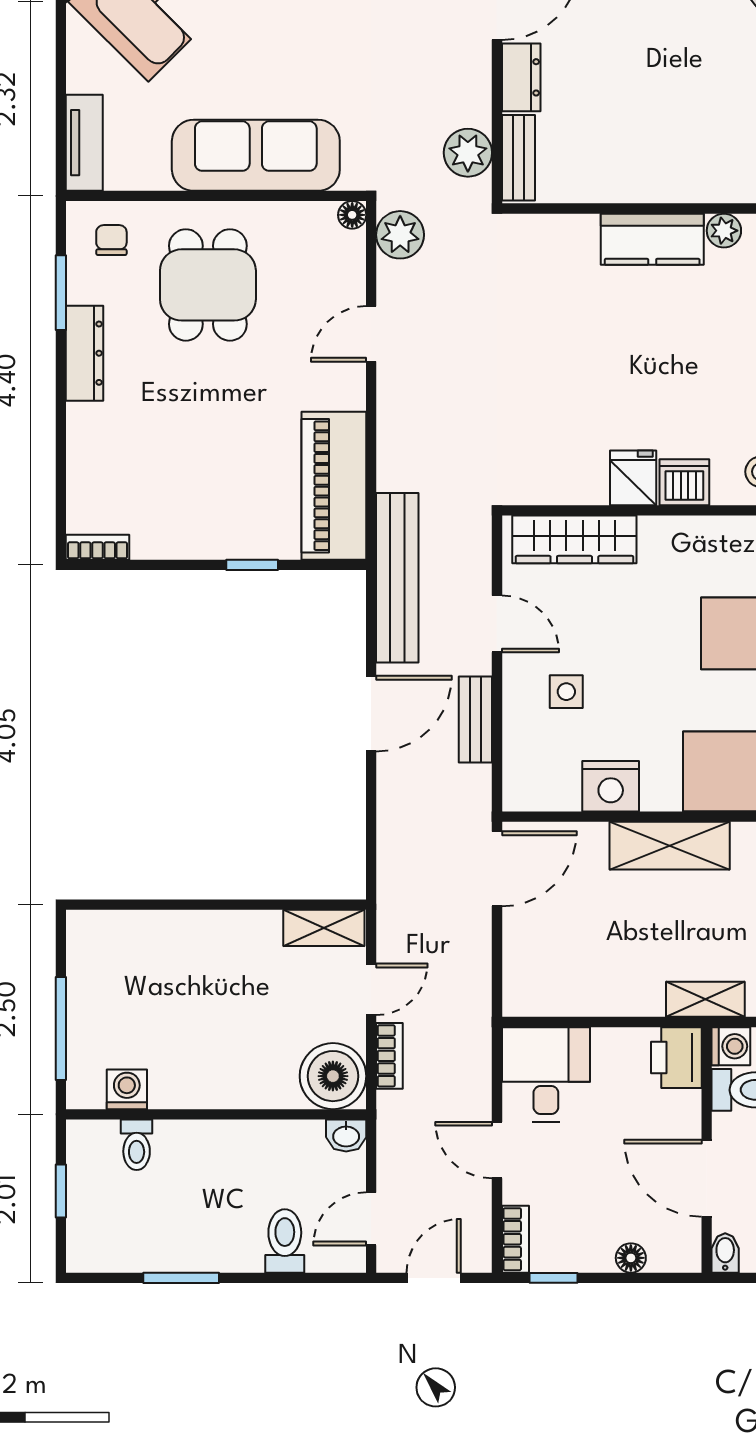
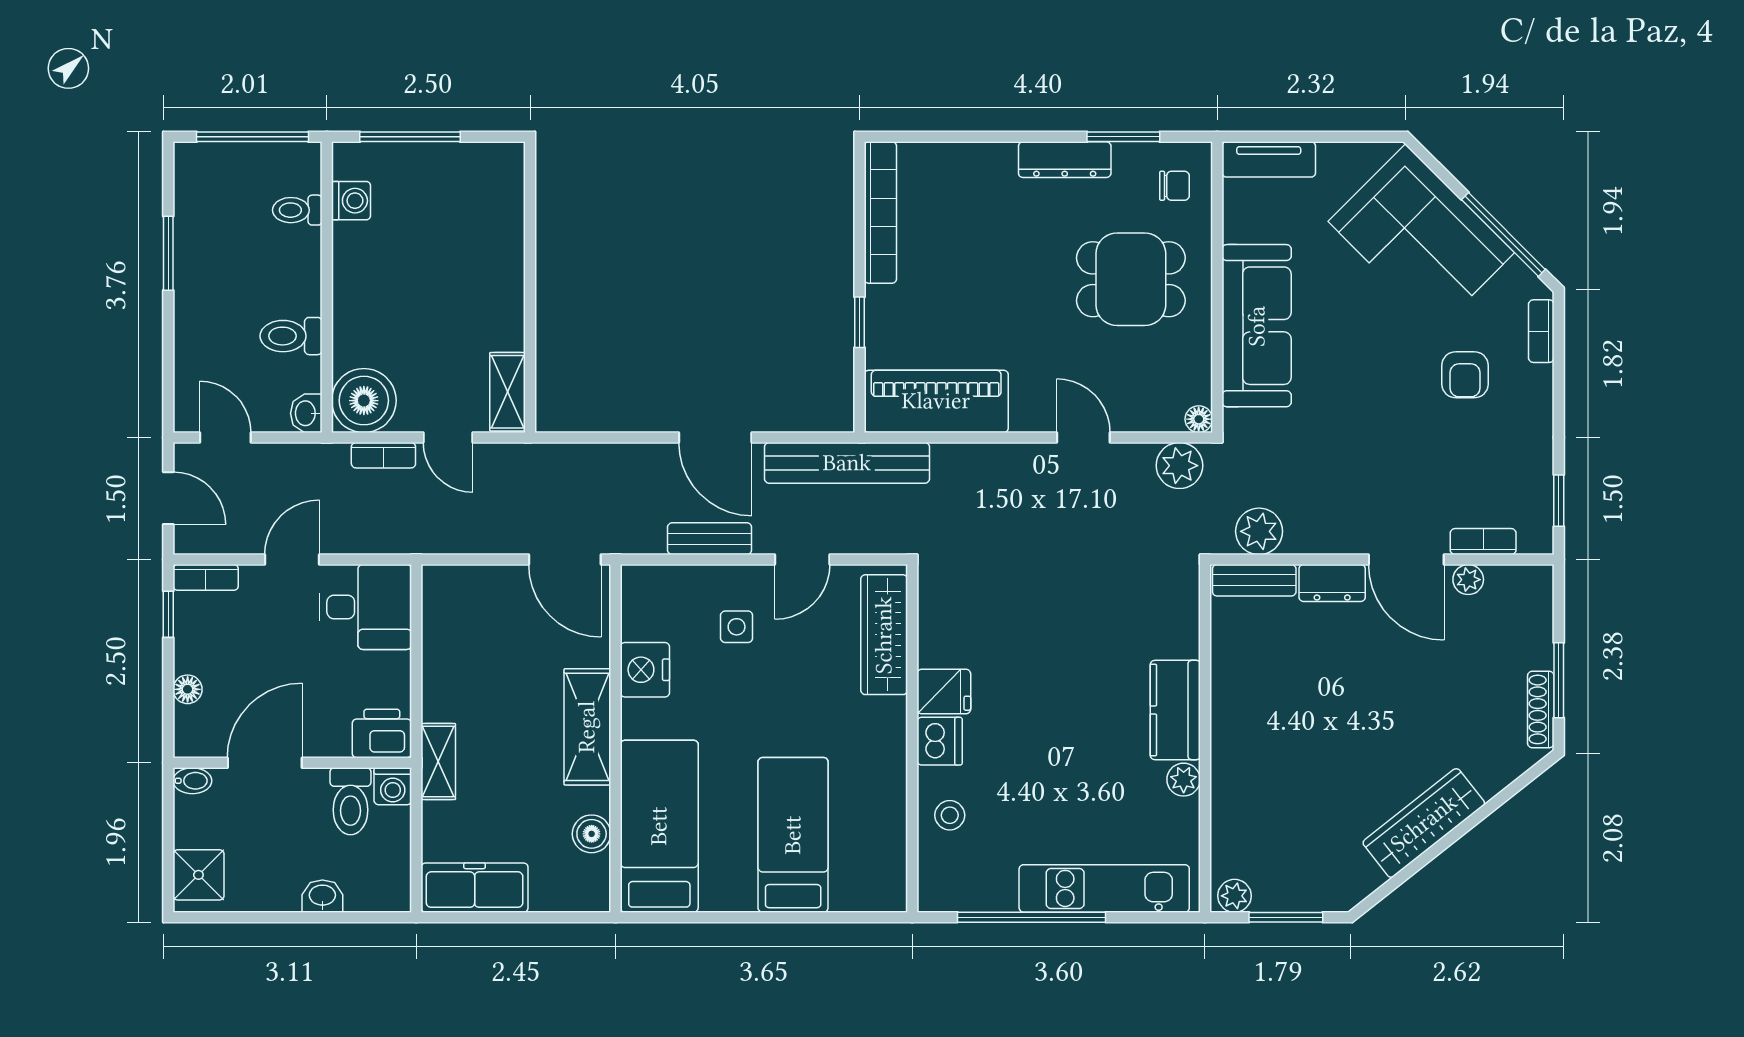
bookcase: (98, 547) -> (880, 212), width x2.31, depth x1.31
window: (61, 1191) -> (252, 137), width x2.17
toilet: (285, 1241) -> (291, 336), moved, turned 180

